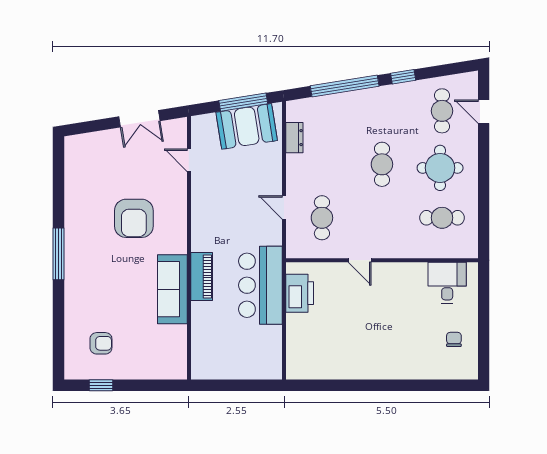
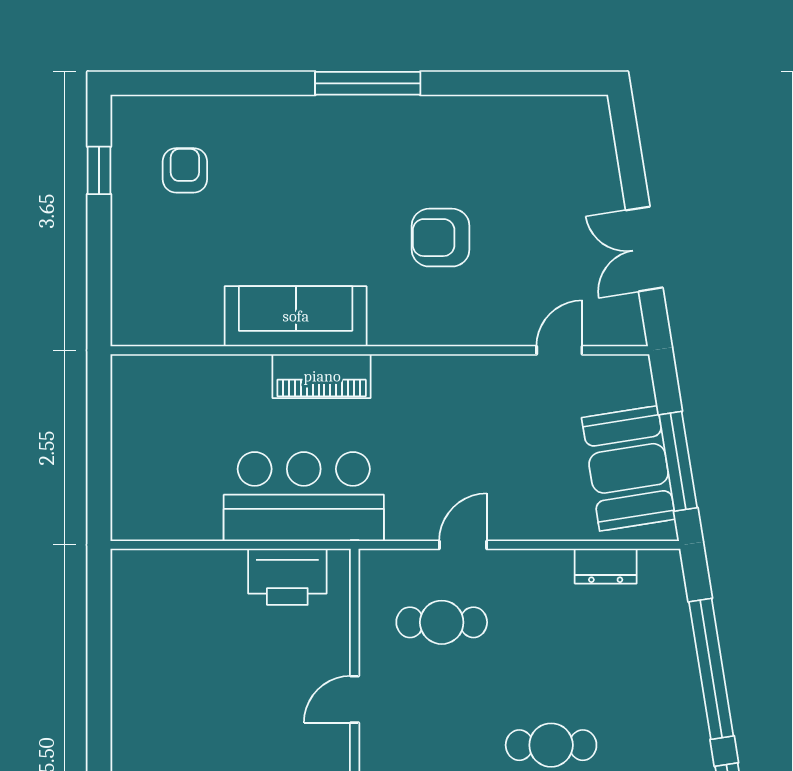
armchair: (134, 218) -> (441, 238), width x0.73, depth x0.73
armchair: (101, 343) -> (185, 170), turned 180

